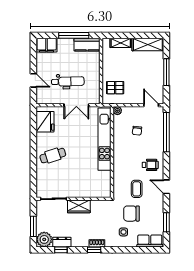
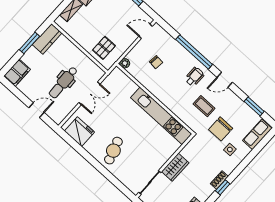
window: (74, 35) -> (30, 43), width x0.69
dental chair: (68, 81) -> (63, 82), turned 180
window: (166, 132) -> (194, 52), moved
kitchen unit: (104, 139) -> (161, 116), moved

